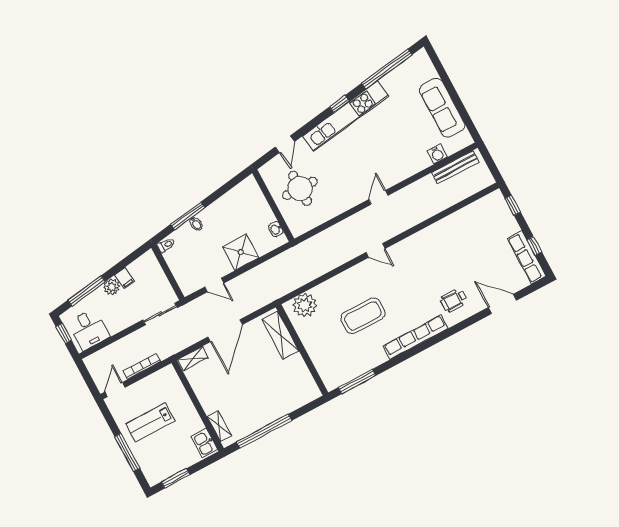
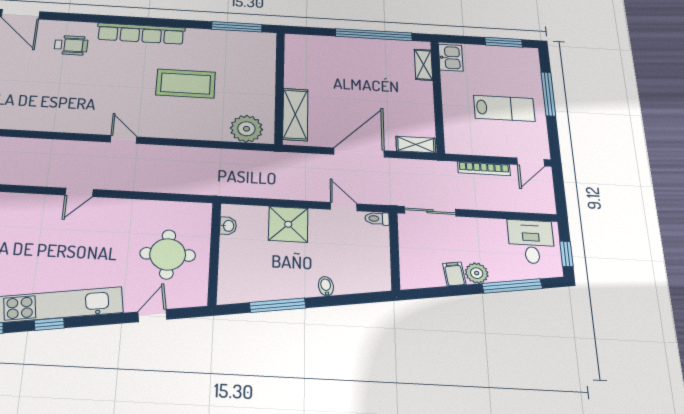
window: (188, 216) -> (278, 305), moved
toilet: (166, 245) -> (377, 219), moved

